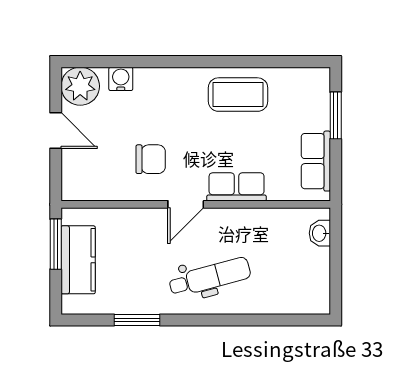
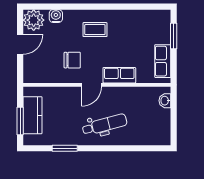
coffee table: (238, 95) -> (95, 30), moved, width x0.73, depth x0.77
door: (56, 130) -> (20, 44), hinge flipped
window: (56, 244) -> (20, 121), moved

